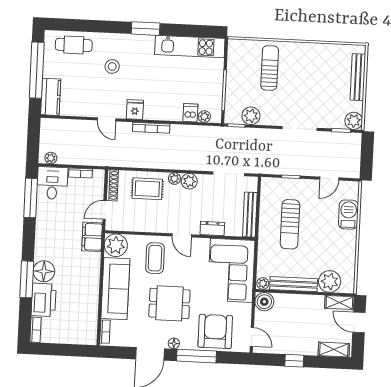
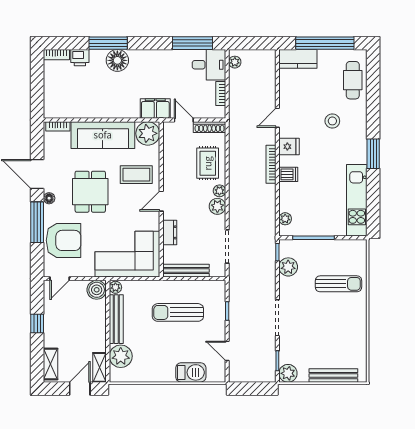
dishwasher: (190, 113) -> (288, 174), moved
printer: (44, 300) -> (80, 58), width x0.53, depth x0.68

